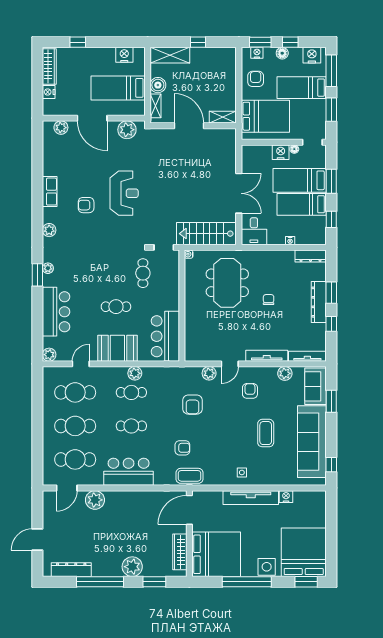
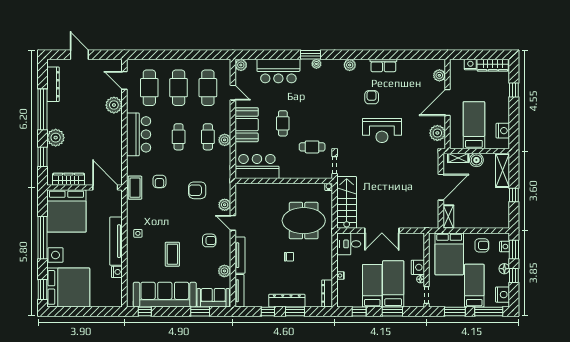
coffee table: (266, 433) -> (172, 254), turned 90

